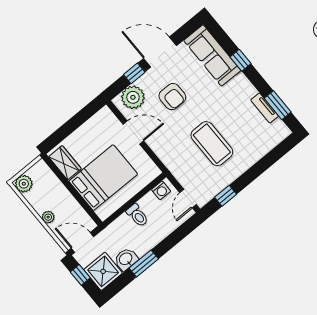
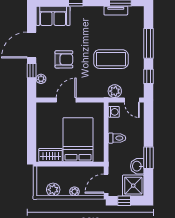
sofa: (212, 55) -> (53, 16), width x0.73
plant: (133, 97) -> (41, 79), width x0.53, depth x0.53
window: (259, 168) -> (148, 43), added
plant: (183, 174) -> (115, 91), added
plant: (24, 184) -> (53, 190), moved

